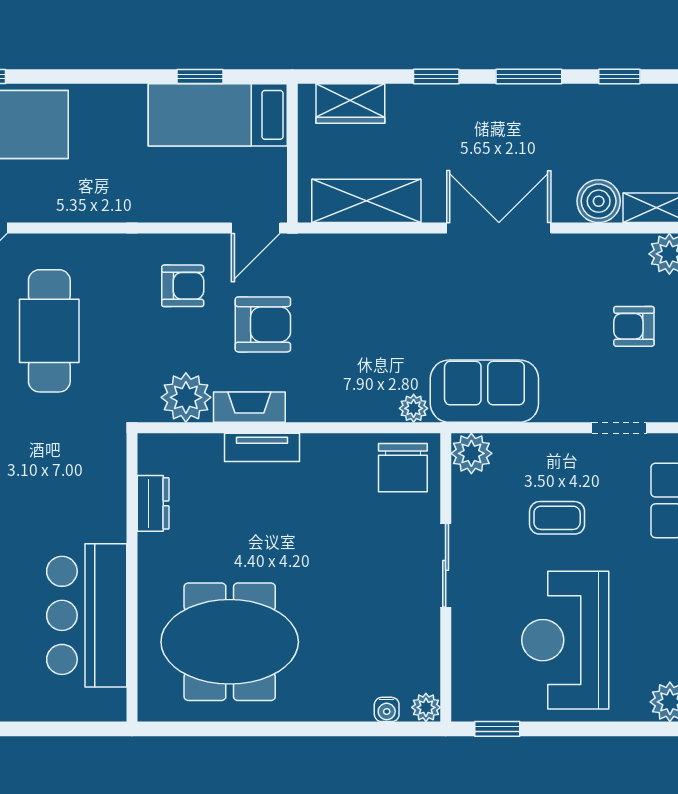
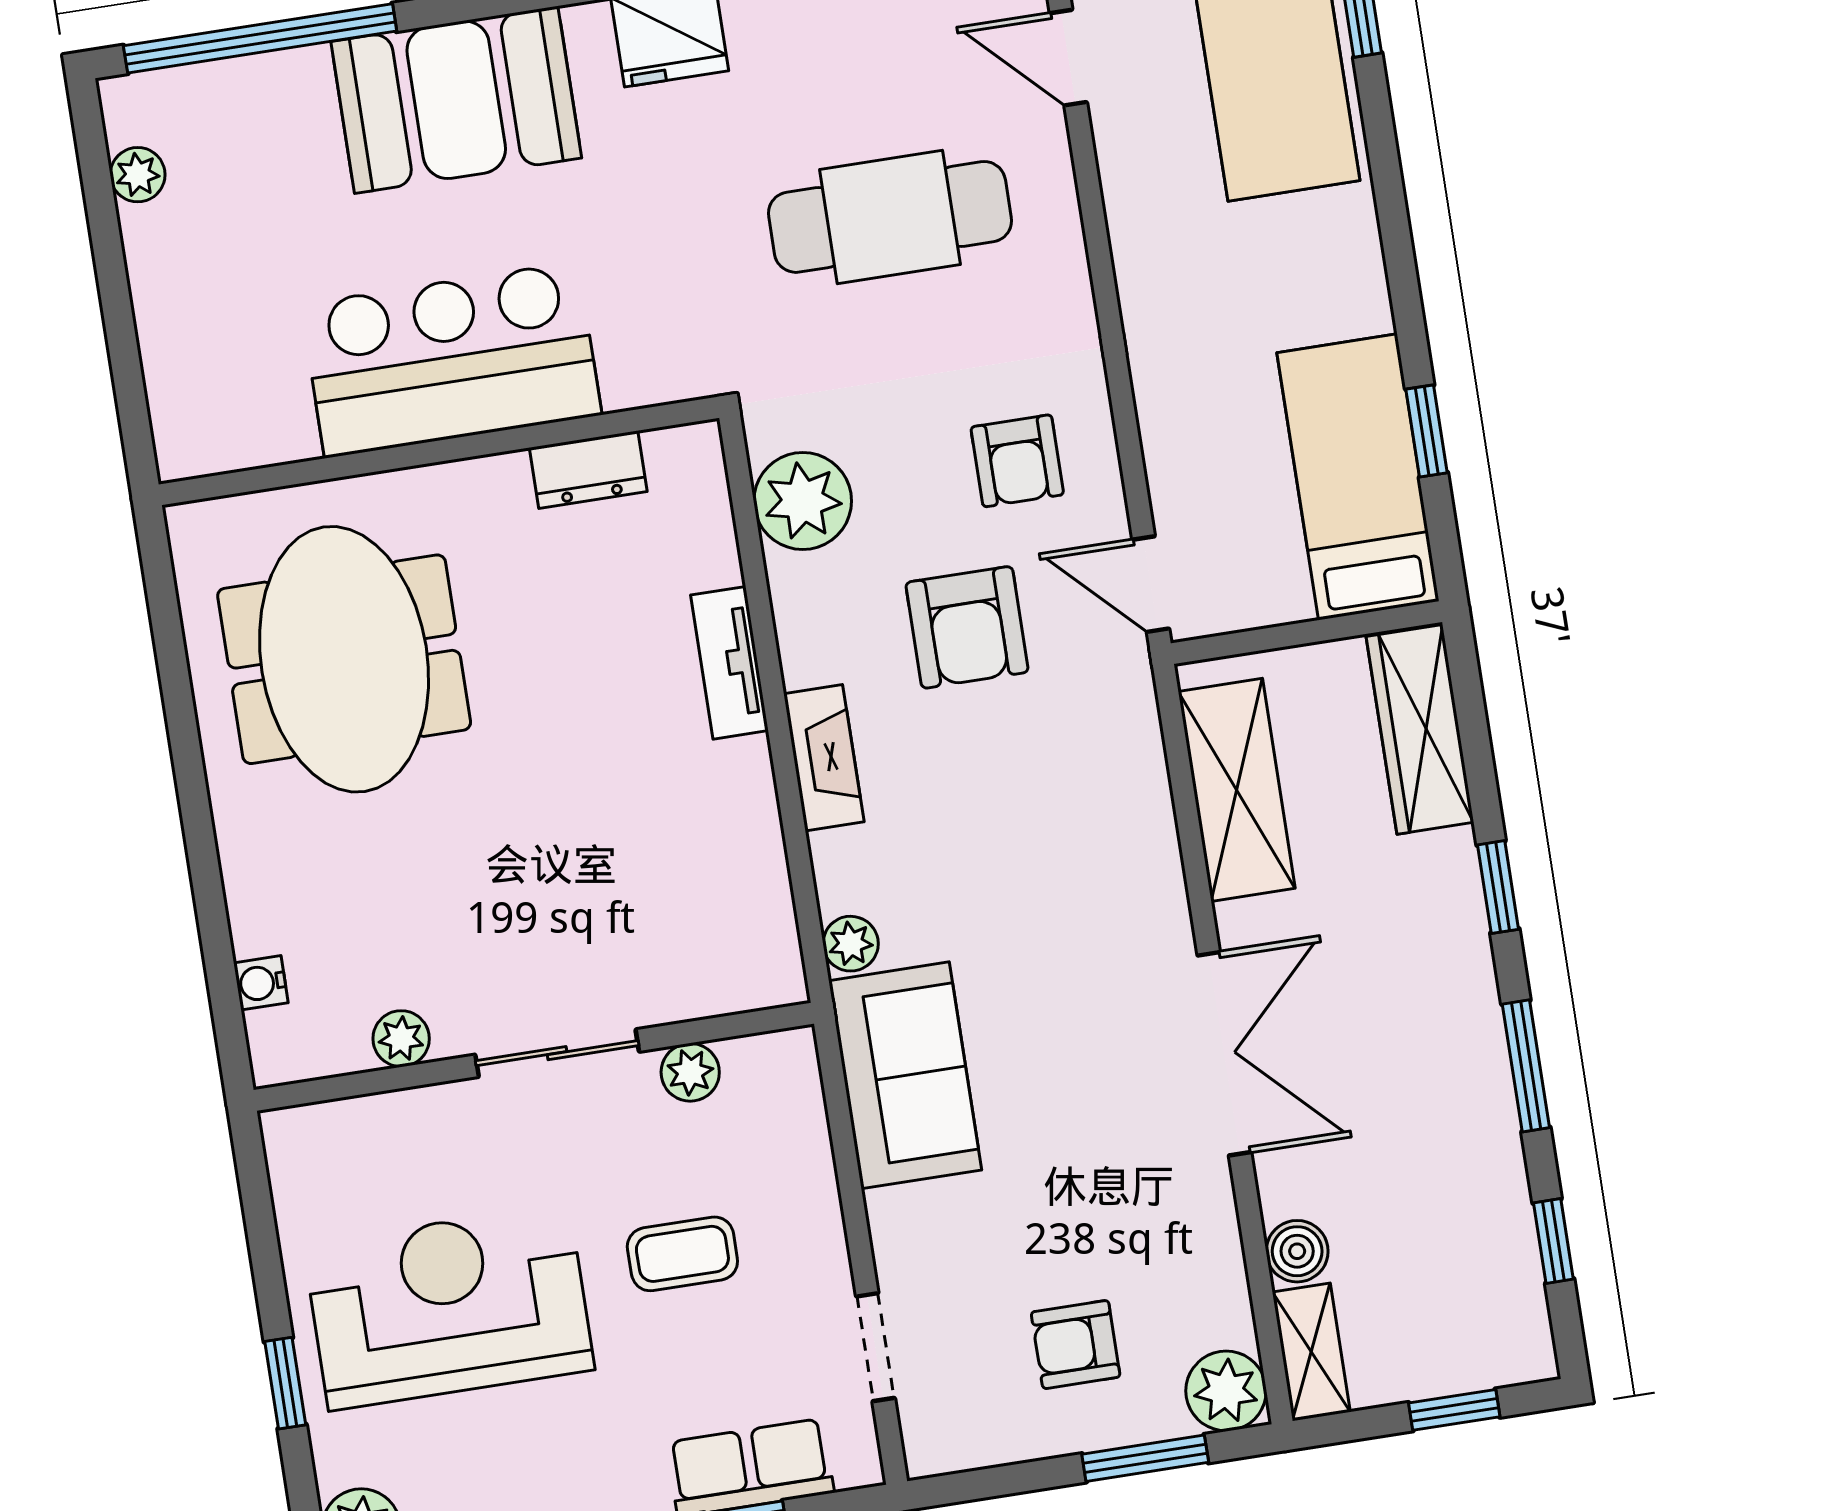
wardrobe: (350, 104) -> (1420, 729), width x1.50
boiler: (599, 201) -> (1297, 1251), width x0.73, depth x0.73
armchair: (634, 326) -> (1076, 1345), turned -90
fireplace: (249, 407) -> (824, 758), moved
plant: (471, 453) -> (690, 1072), moved, width x0.73, depth x0.73
chair: (403, 468) -> (733, 941), removed
coffee table: (557, 518) -> (682, 1254), turned 90
bar counter: (87, 615) -> (451, 360), moved
plant: (426, 707) -> (401, 1039), moved
window: (497, 729) -> (285, 1383), moved

